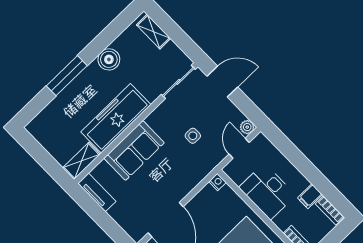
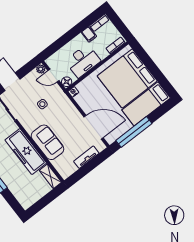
floor lamp: (232, 170) -> (67, 82), added
tv unit: (97, 192) -> (86, 157), moved

